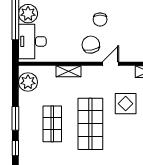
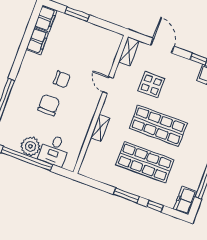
desk: (32, 41) -> (54, 150), width x0.73
chair: (91, 45) -> (49, 105), moved, turned 101
plant: (28, 82) -> (96, 171), removed
shop shelf: (52, 124) -> (145, 162), width x1.43, depth x1.36

